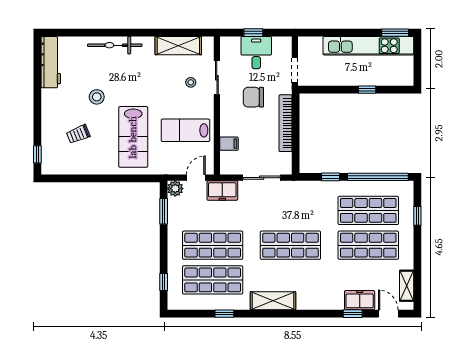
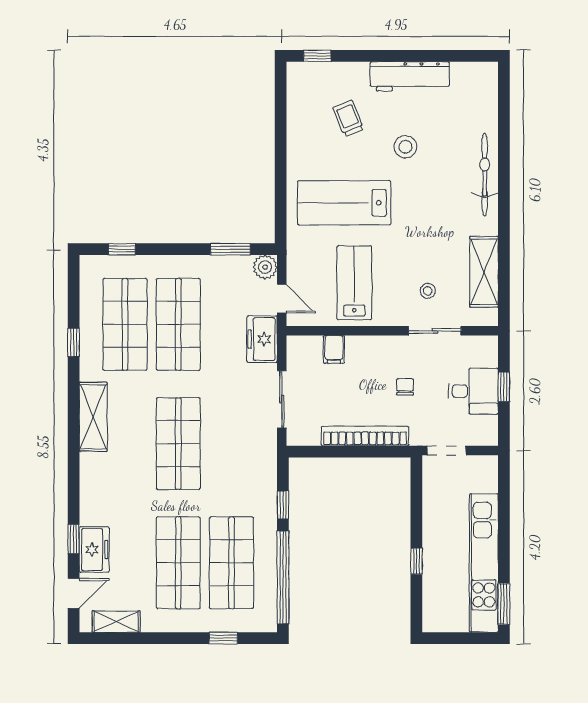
workbench: (51, 62) -> (410, 76), moved
chair: (253, 97) -> (405, 387), width x0.54, depth x0.54

